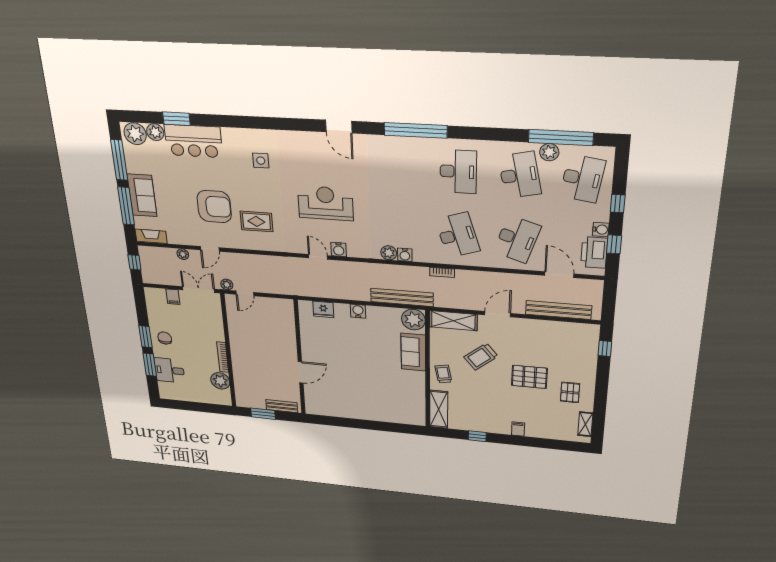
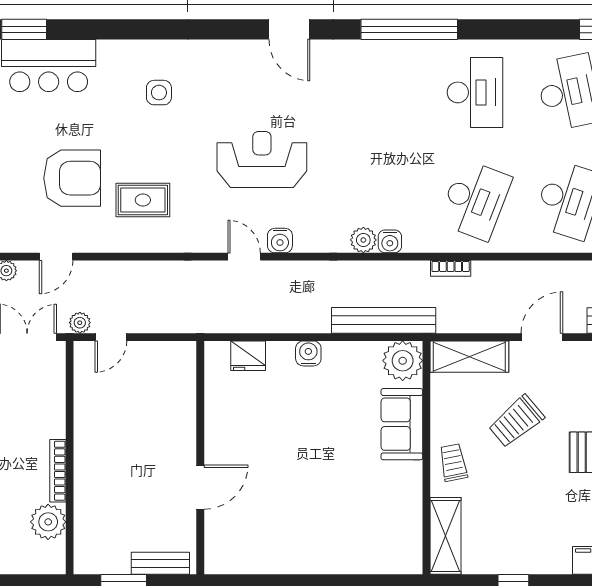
desk: (458, 235) -> (475, 200), turned 39

